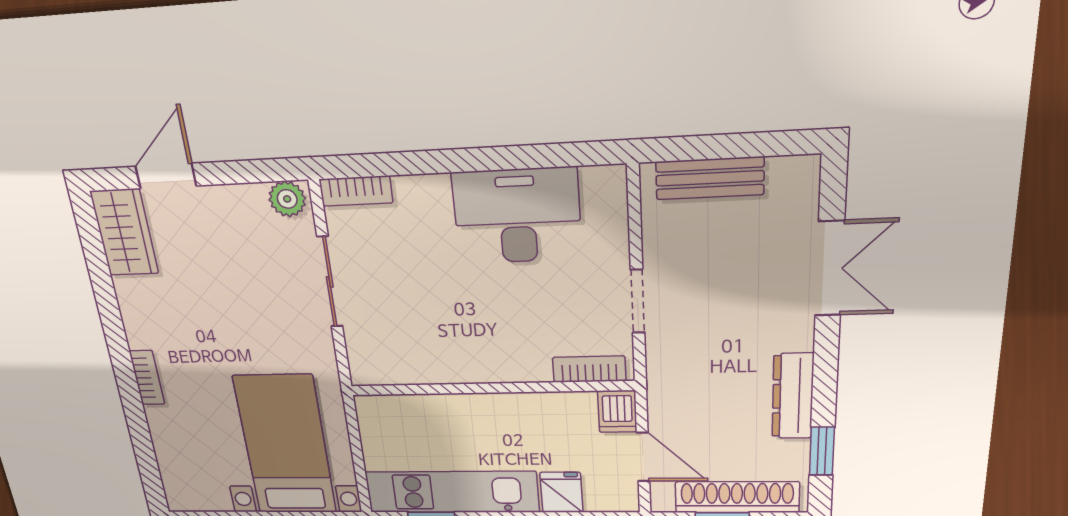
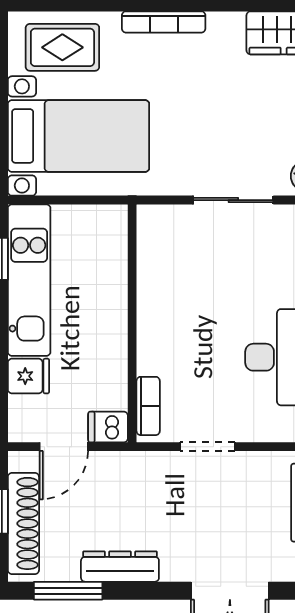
bookcase: (147, 378) -> (164, 22), width x1.56
window: (822, 451) -> (68, 591), width x1.50
rug: (194, 461) -> (62, 47), added

